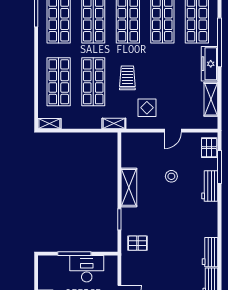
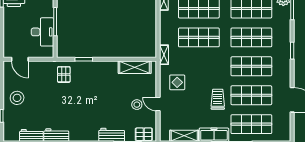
trolley: (127, 78) -> (218, 99), moved, turned -90
stool: (171, 176) -> (137, 105), moved
shelving: (129, 187) -> (135, 67), moved

